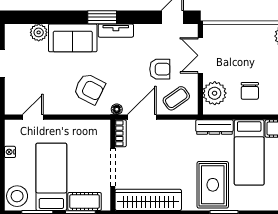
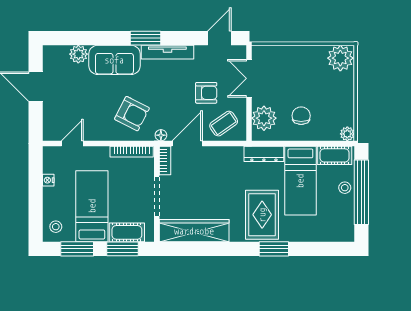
tv unit: (116, 31) -> (167, 52), width x1.41
chair: (250, 91) -> (301, 116), turned 180
bookcase: (89, 125) -> (132, 152), added
stool: (17, 196) -> (56, 227), width x0.53, depth x0.53

